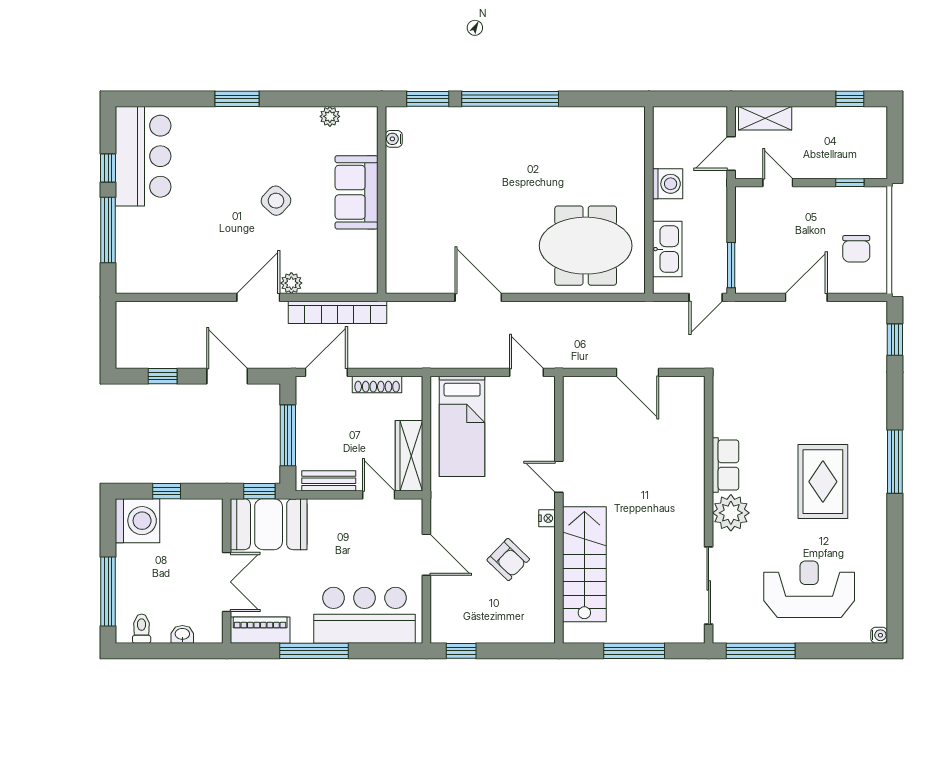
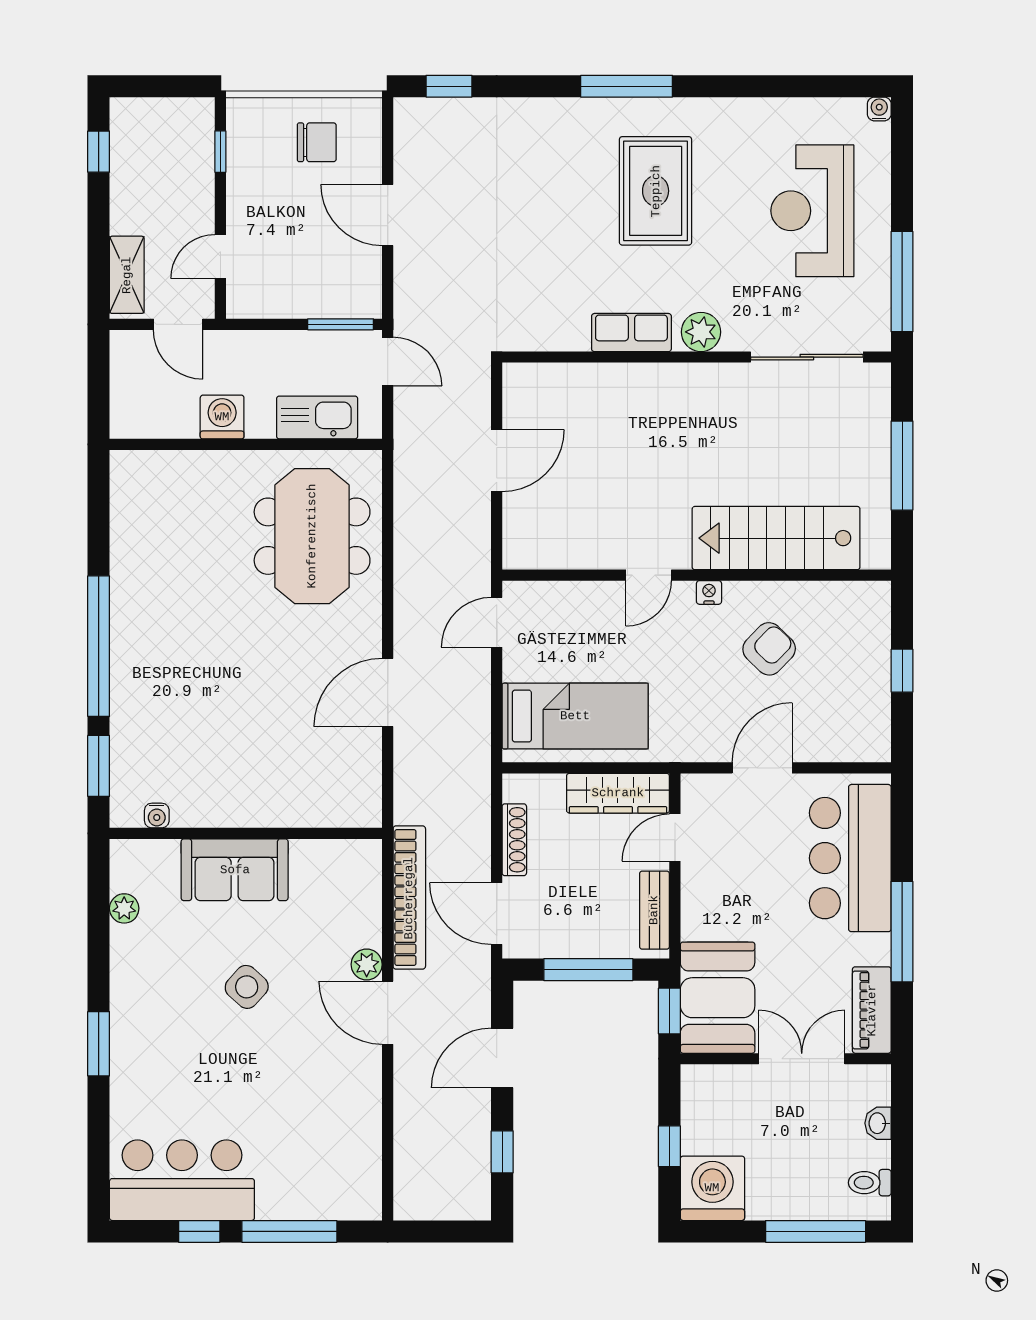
rug: (823, 482) -> (656, 191), turned 90
plant: (731, 513) -> (701, 332), width x0.73, depth x0.73
window: (461, 651) -> (902, 671), moved

